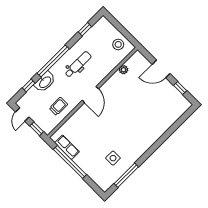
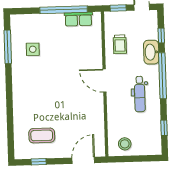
door: (161, 69) -> (83, 160), moved
plant: (123, 70) -> (99, 128), removed
coffee table: (162, 102) -> (42, 135), added

